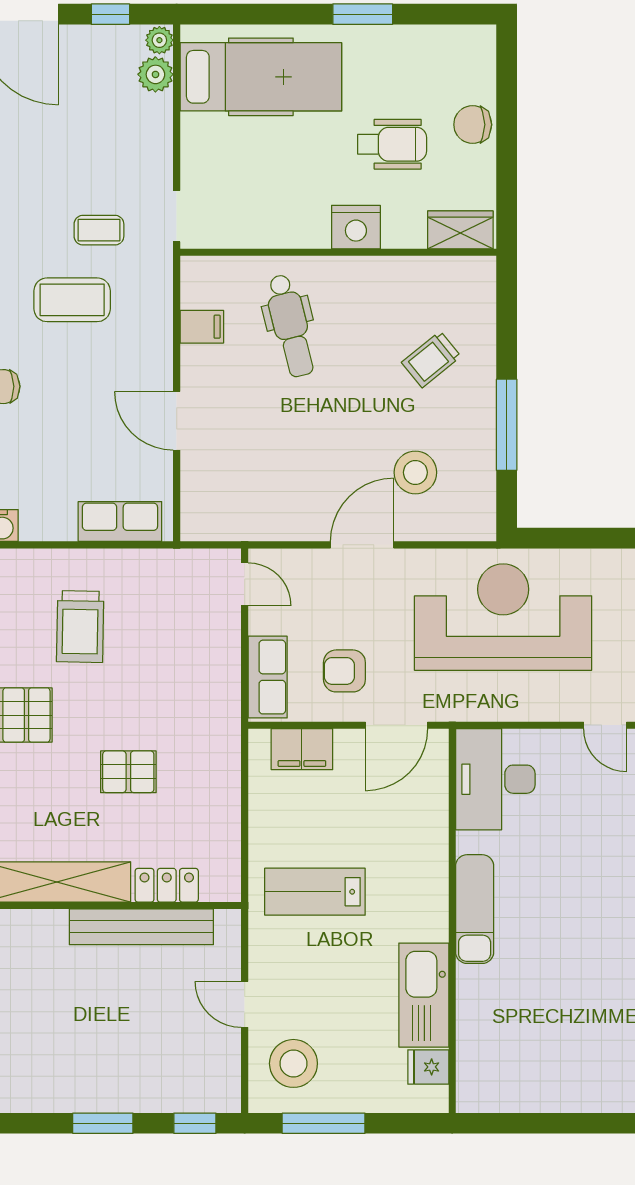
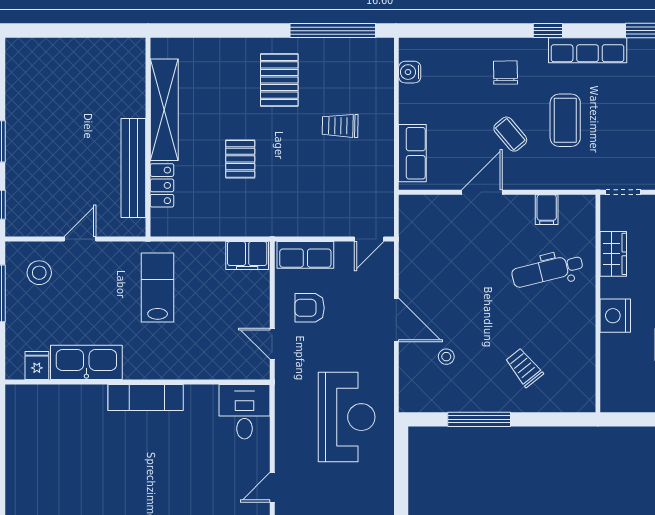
coffee table: (99, 230) -> (510, 134), moved, turned -40
wardrobe: (460, 230) -> (613, 254), moved
stool: (415, 472) -> (446, 357), width x0.53, depth x0.53
reception desk: (503, 617) -> (347, 417), width x0.74, depth x0.77
trolley: (80, 627) -> (340, 126), width x0.73, depth x0.72
armchair: (344, 671) -> (310, 308), turned -90
door: (397, 725) -> (272, 344), width x0.73
filing cabinet: (302, 749) -> (247, 256), moved, turned -90
desk: (495, 779) -> (245, 412), width x0.73
stool: (293, 1063) -> (39, 273), width x0.73, depth x0.73

